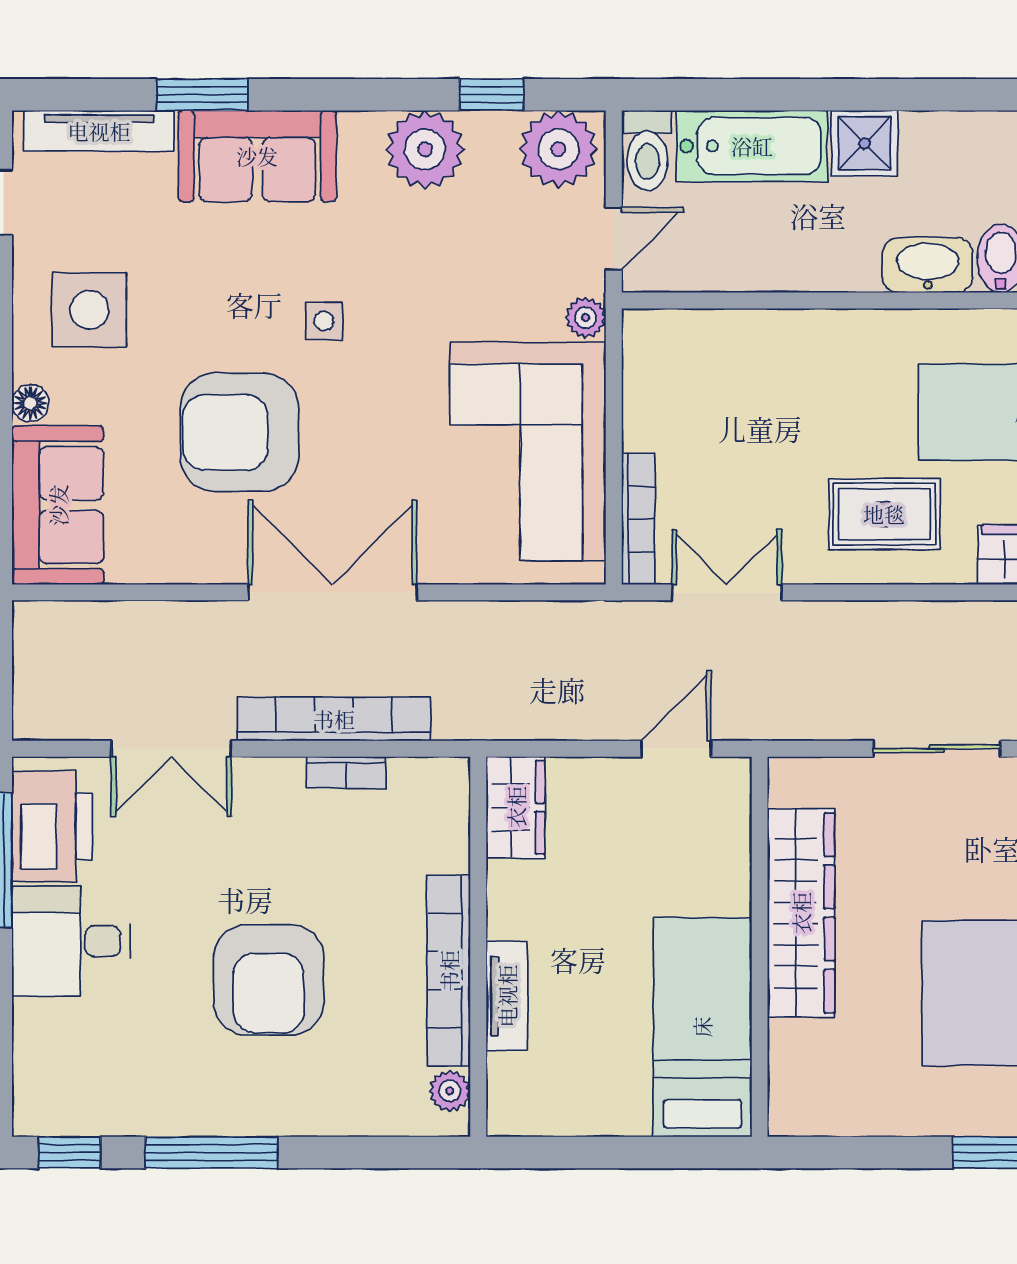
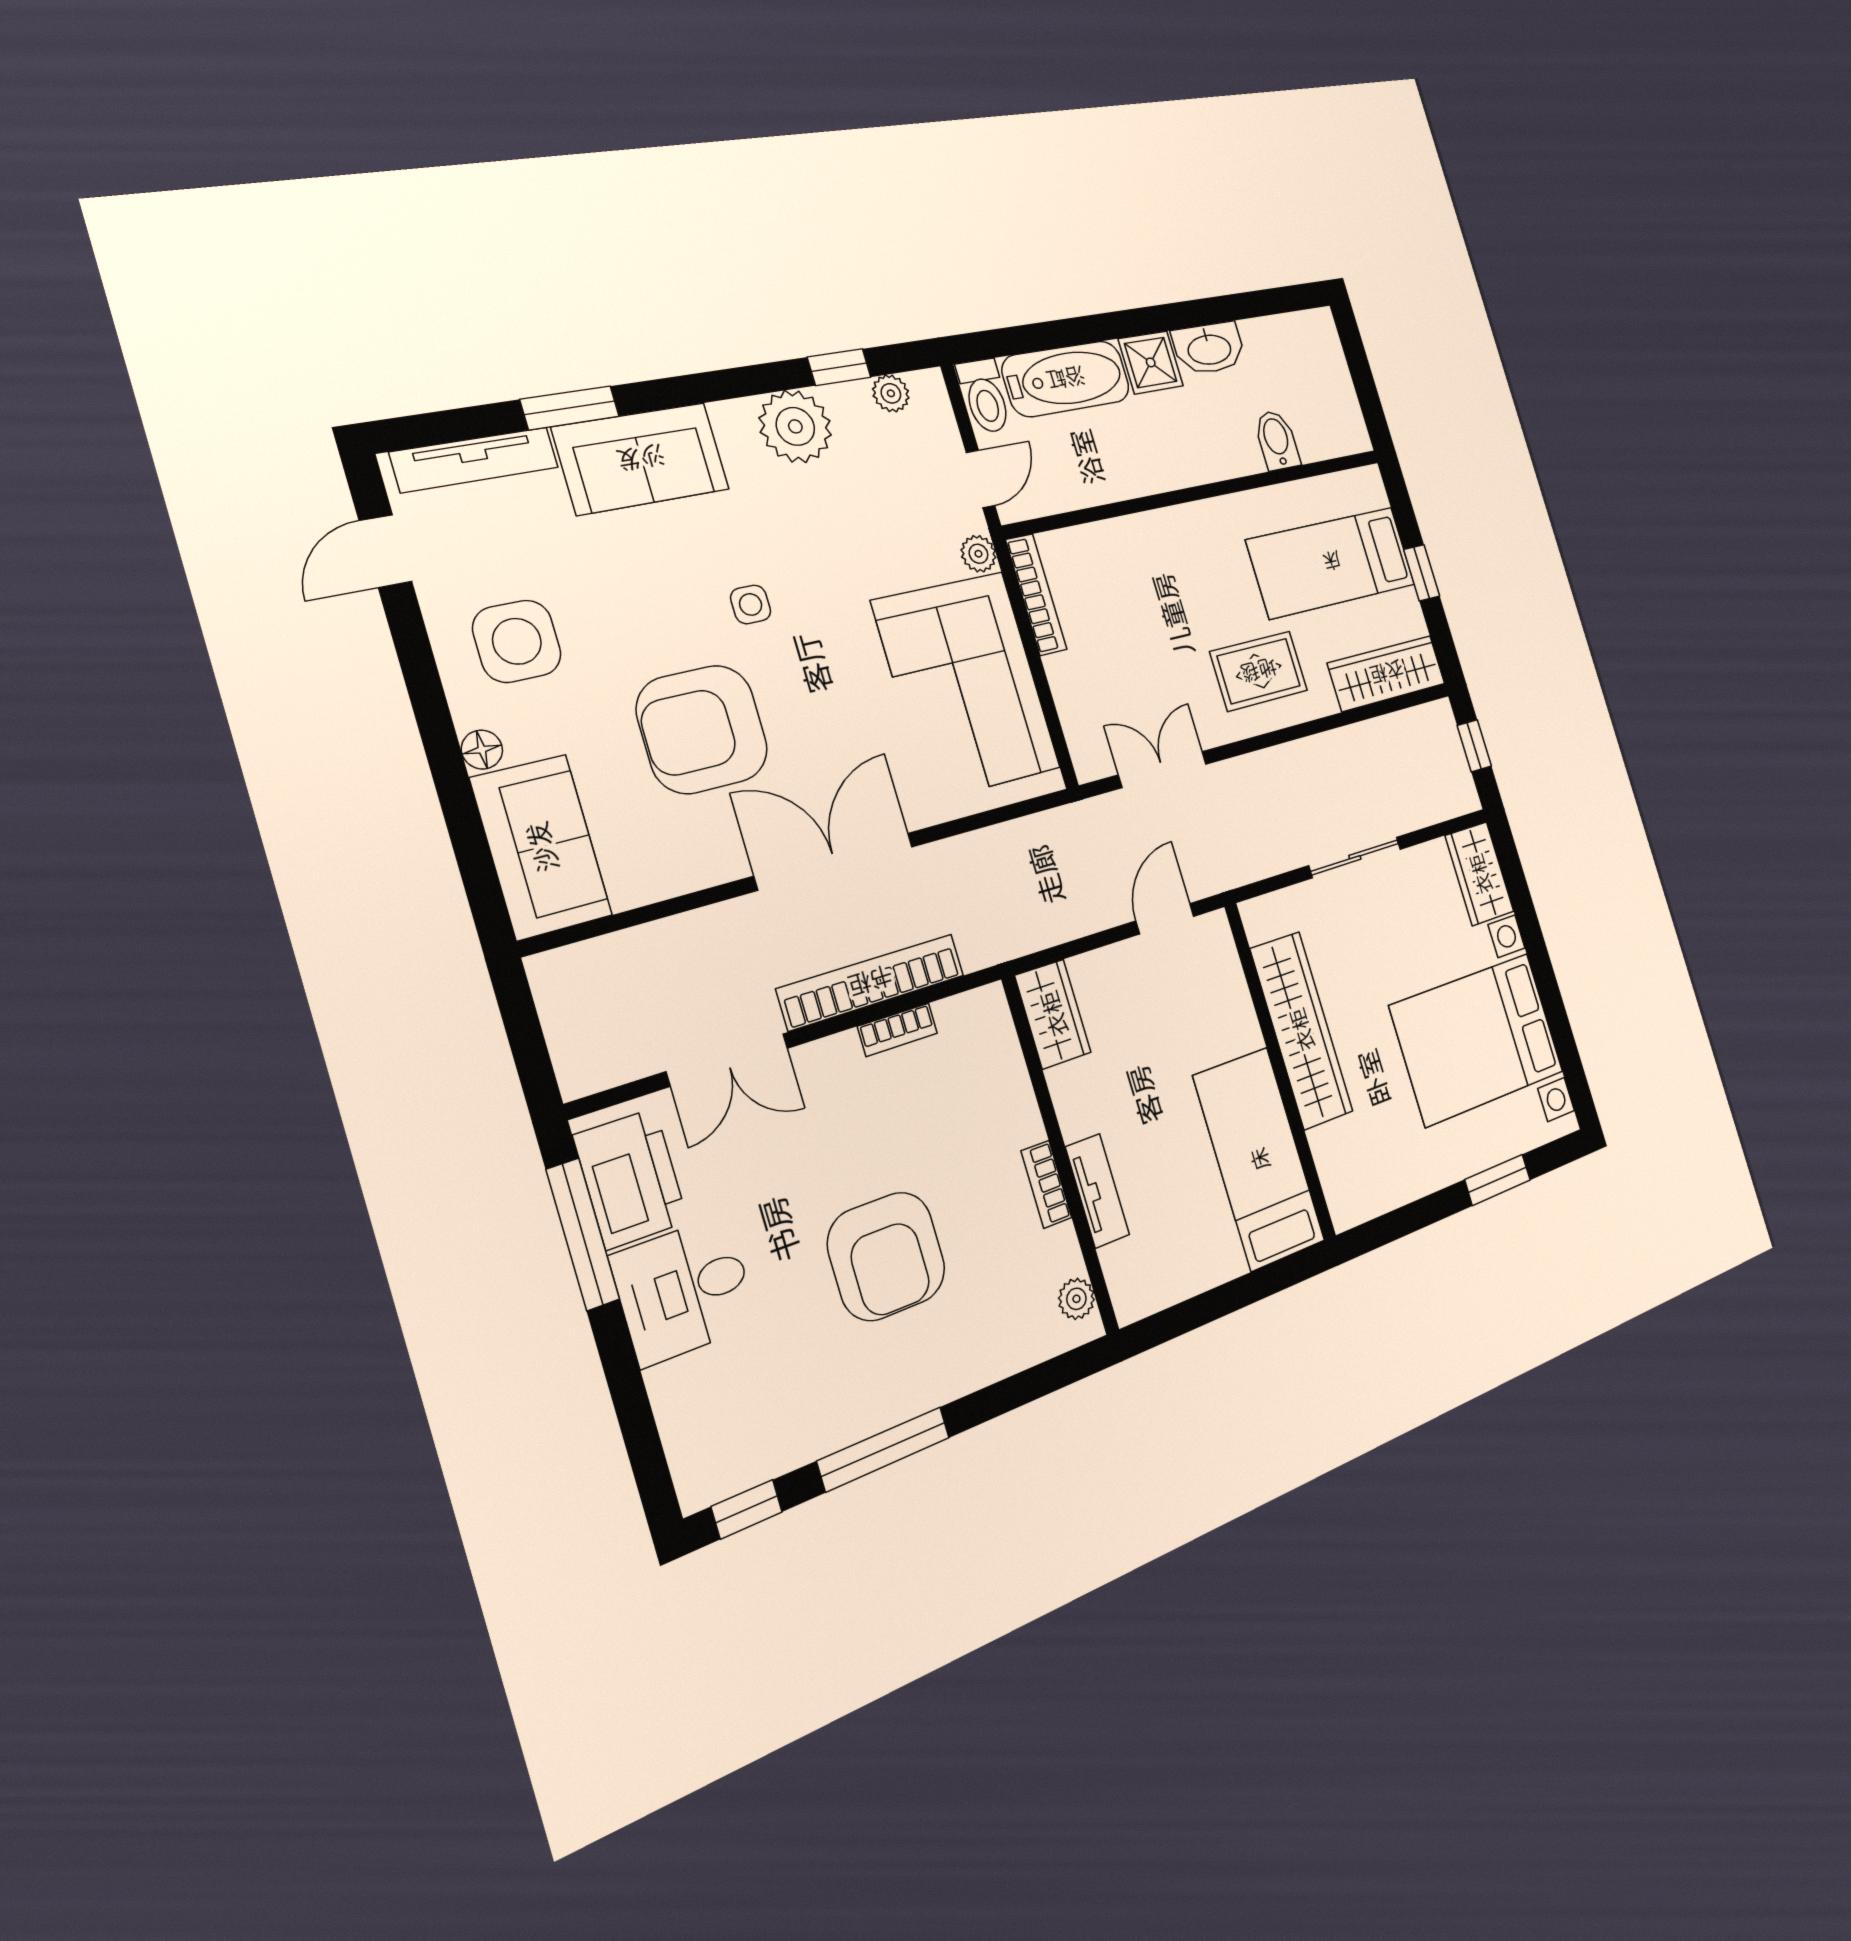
plant: (558, 149) -> (891, 393), width x0.53, depth x0.53
washbasin: (928, 265) -> (1209, 348), moved, turned 180
bookcase: (638, 519) -> (1036, 595), moved
bookcase: (449, 971) -> (1046, 1184), width x0.43, depth x0.76

